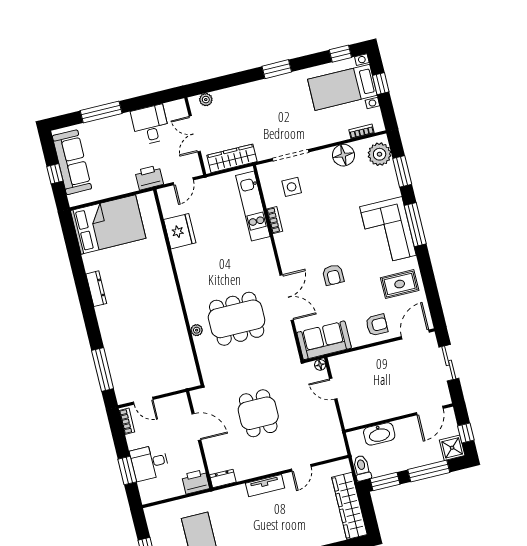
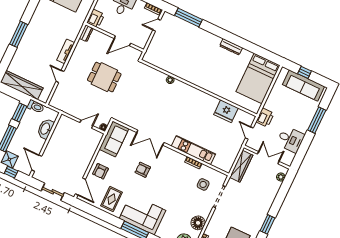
kitchen unit: (253, 206) -> (193, 150), moved
dining table: (237, 319) -> (160, 104), removed

